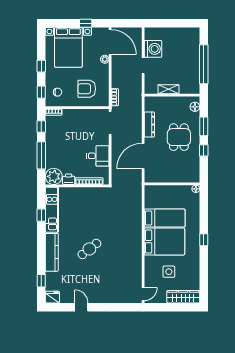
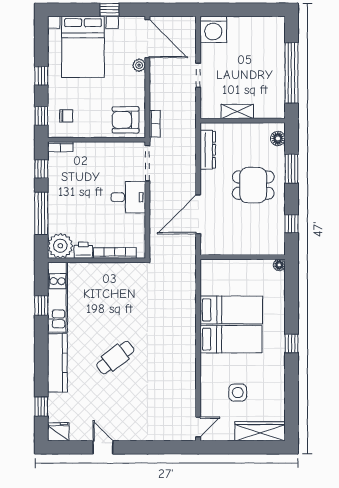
washing machine: (153, 49) -> (213, 29), moved, turned 90
armchair: (87, 89) -> (126, 120), moved
dresser: (149, 124) -> (208, 150), moved
dining table: (179, 137) -> (253, 185), turned 90
window: (204, 150) -> (291, 224), moved
desk: (98, 156) -> (128, 197), moved
bed: (164, 242) -> (231, 339), width x0.67

